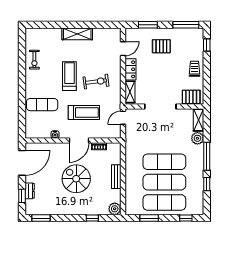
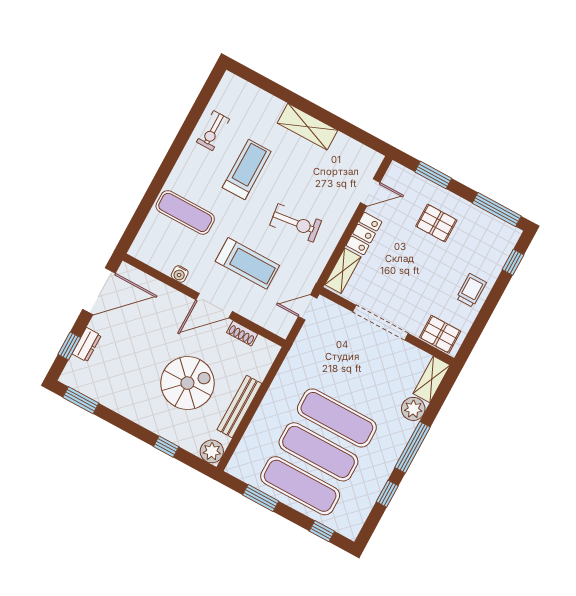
treadmill: (69, 76) -> (247, 170), moved
bench: (116, 177) -> (239, 407), width x1.36
spiral stairs: (76, 179) -> (187, 383), moved, turned 90

